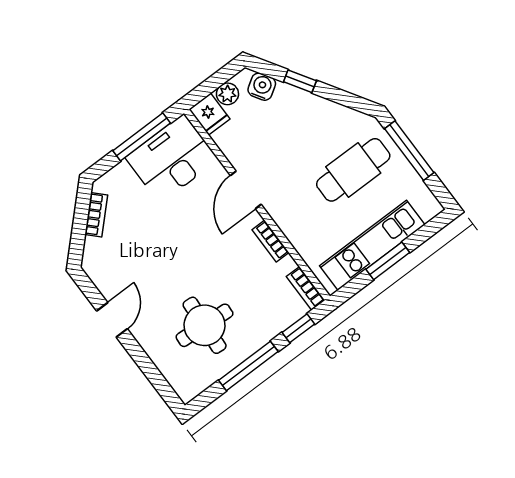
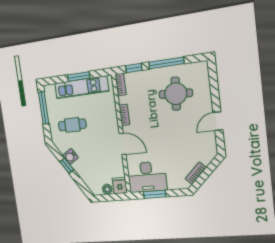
window: (300, 81) -> (67, 166), moved
water cooler: (262, 87) -> (70, 157), moved
window: (142, 137) -> (155, 194), width x0.69
window: (409, 151) -> (44, 108), moved
cafe table: (353, 170) -> (72, 125), width x0.73, depth x0.74
door: (246, 190) -> (122, 144), hinge flipped

